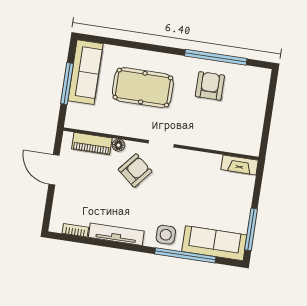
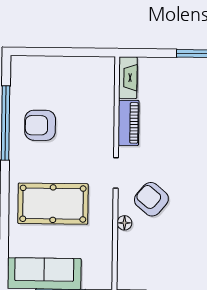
pool table: (143, 88) -> (53, 204), turned 90
piano: (92, 144) -> (129, 123), moved

